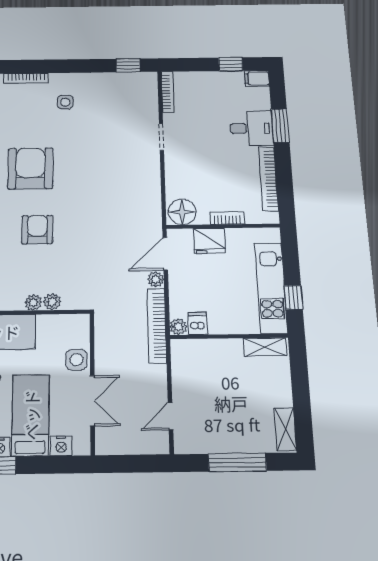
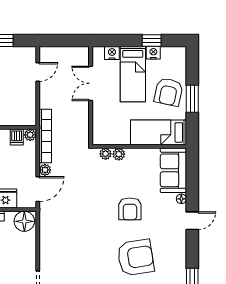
armchair: (30, 168) -> (136, 258), turned -99
plant: (33, 302) -> (106, 154), moved
side table: (76, 360) -> (102, 112), removed

